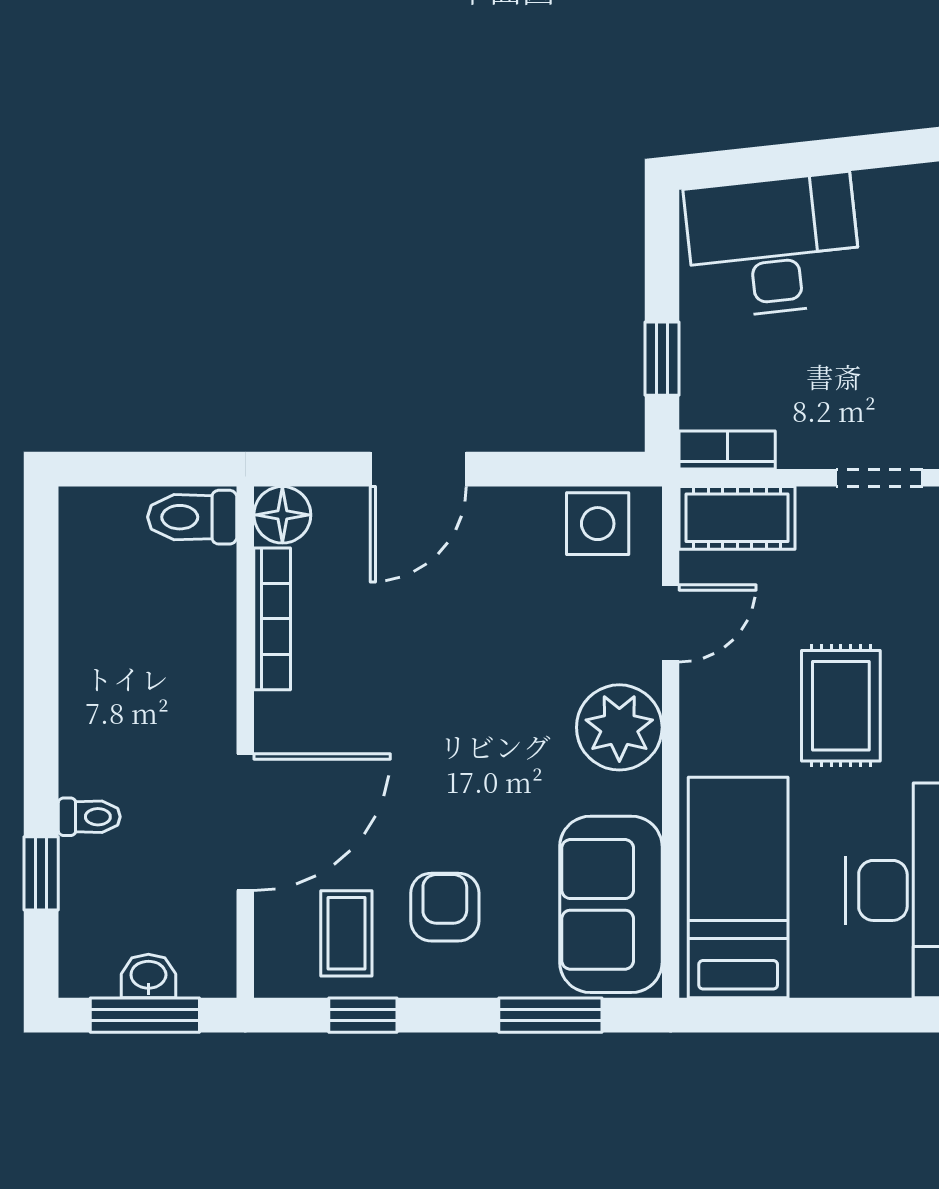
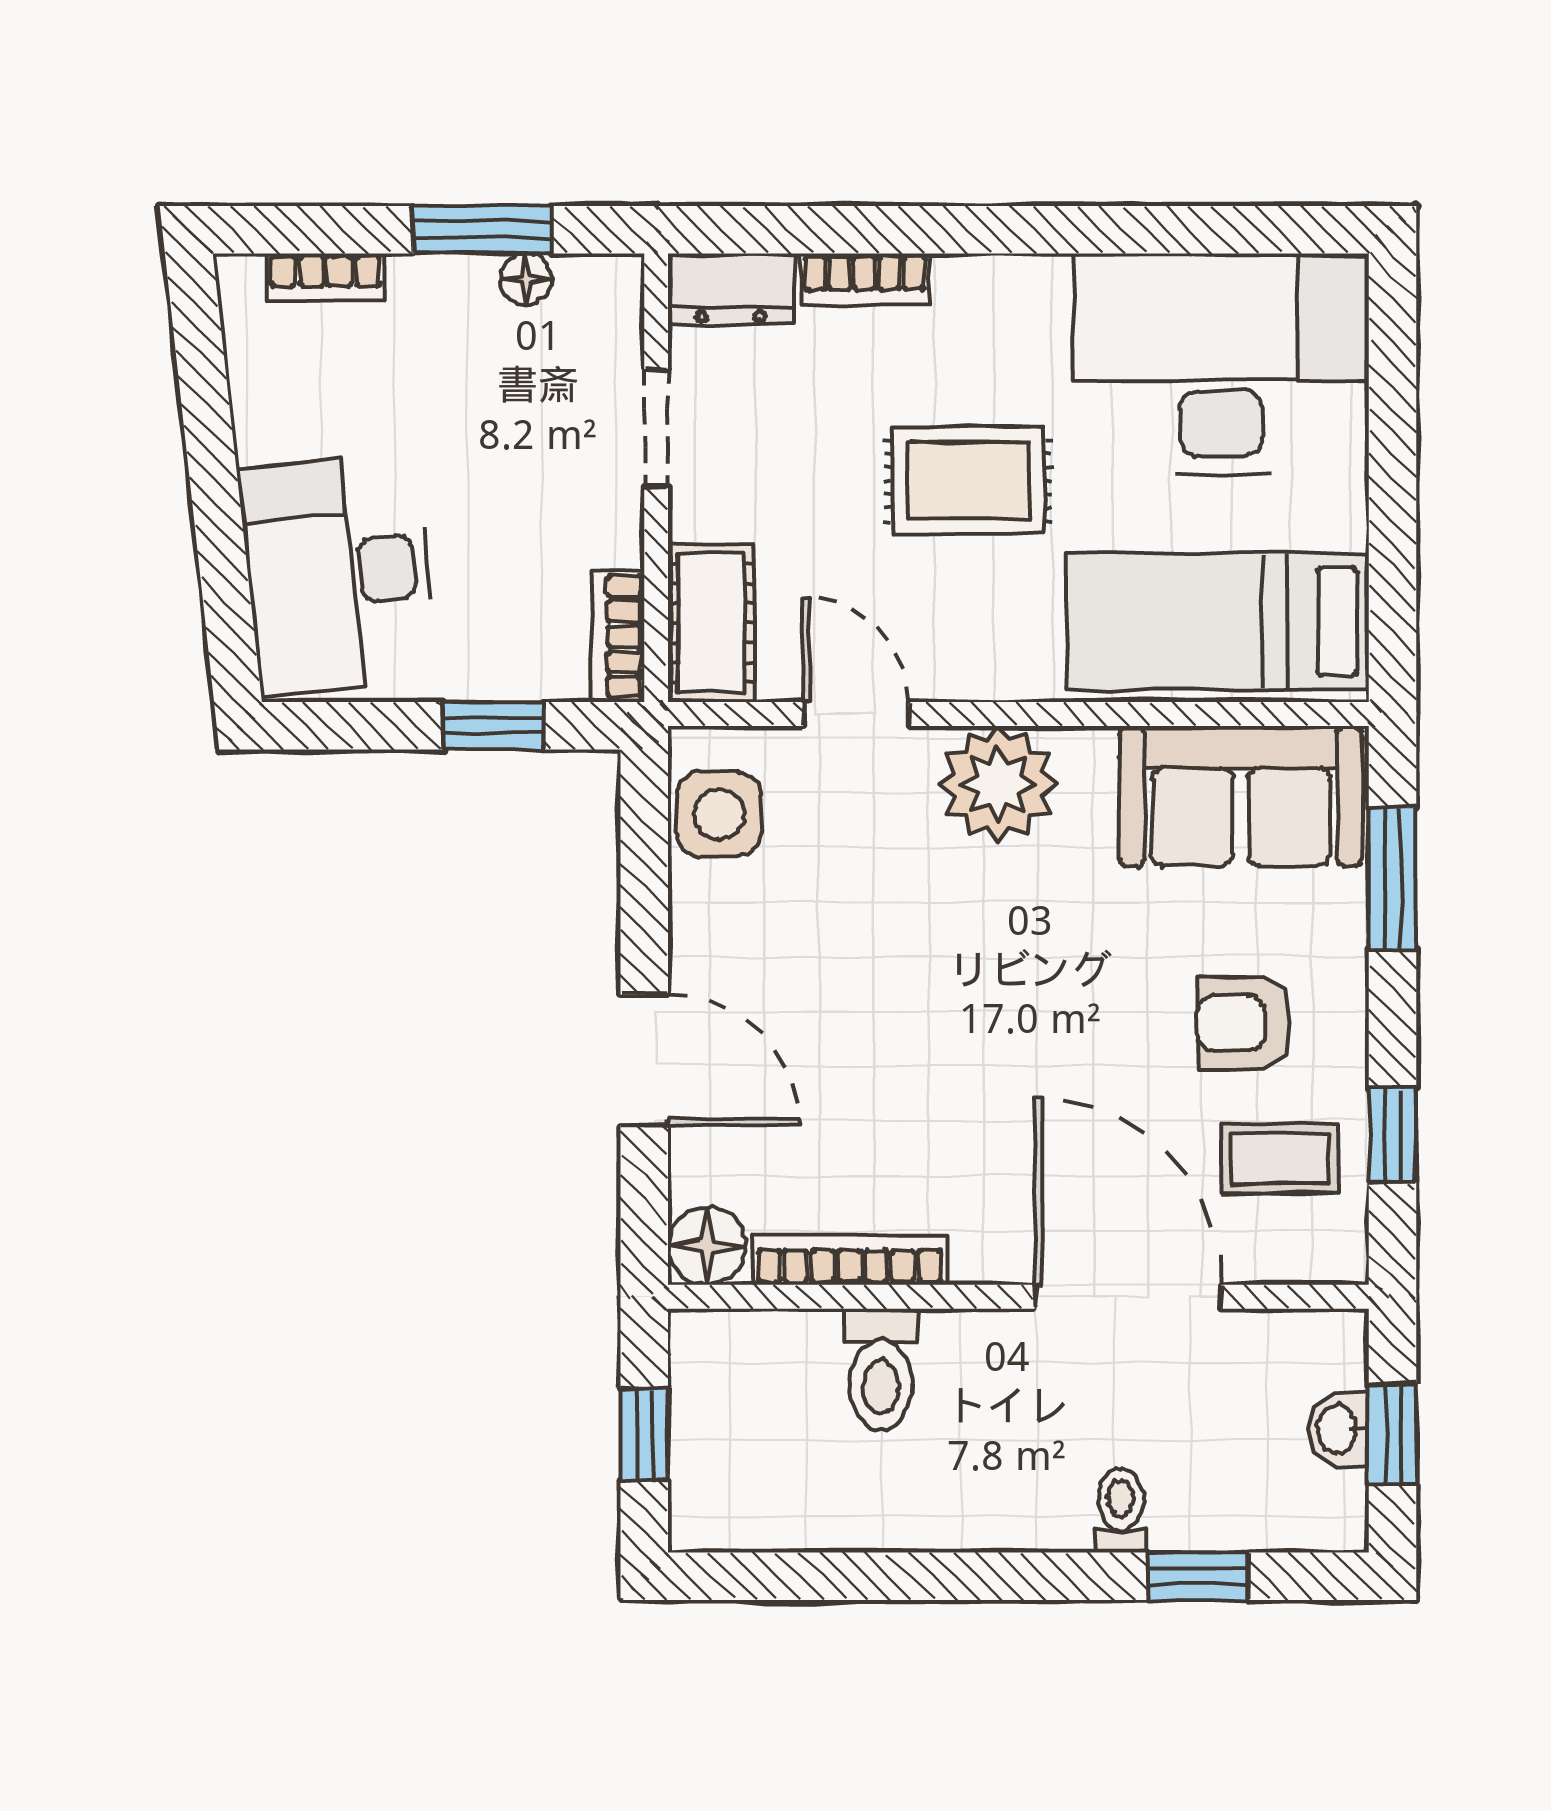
window: (144, 469) -> (644, 1435), added
toilet: (192, 517) -> (881, 1369), moved
window: (145, 1015) -> (1392, 1434), width x0.67

